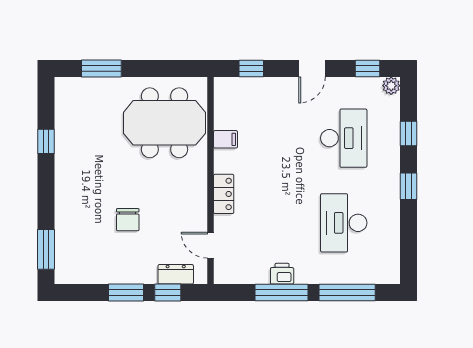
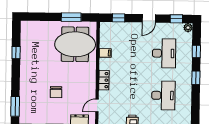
window: (101, 68) -> (71, 17), moved
desk: (344, 223) -> (163, 95), turned 180
door: (211, 245) -> (97, 105), hinge flipped

